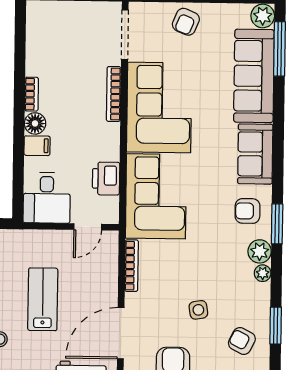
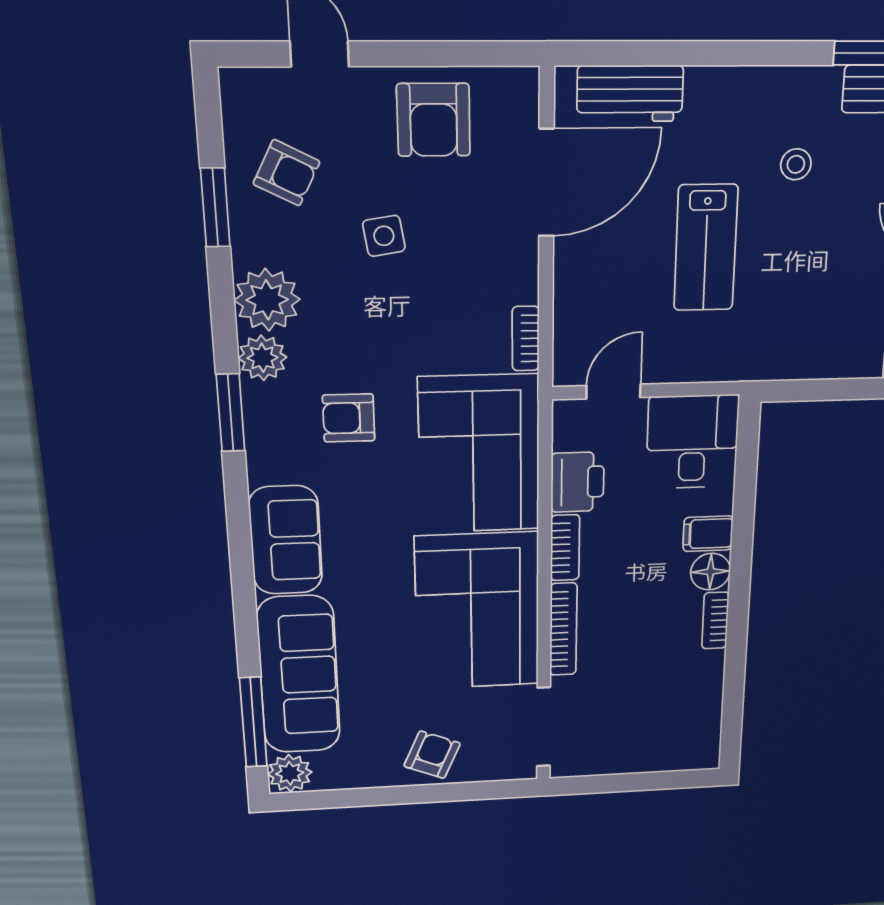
bookcase: (113, 142) -> (565, 548), added
armchair: (248, 211) -> (349, 418), moved, turned 180
bookcase: (131, 266) -> (526, 339), width x0.64
plant: (263, 273) -> (267, 300), width x1.88, depth x1.88

